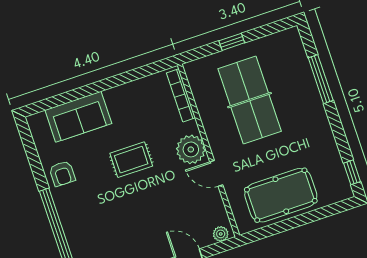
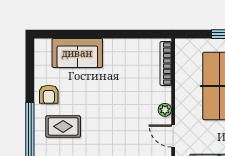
plant: (191, 149) -> (165, 110), width x0.53, depth x0.53
rug: (131, 160) -> (63, 126), moved

